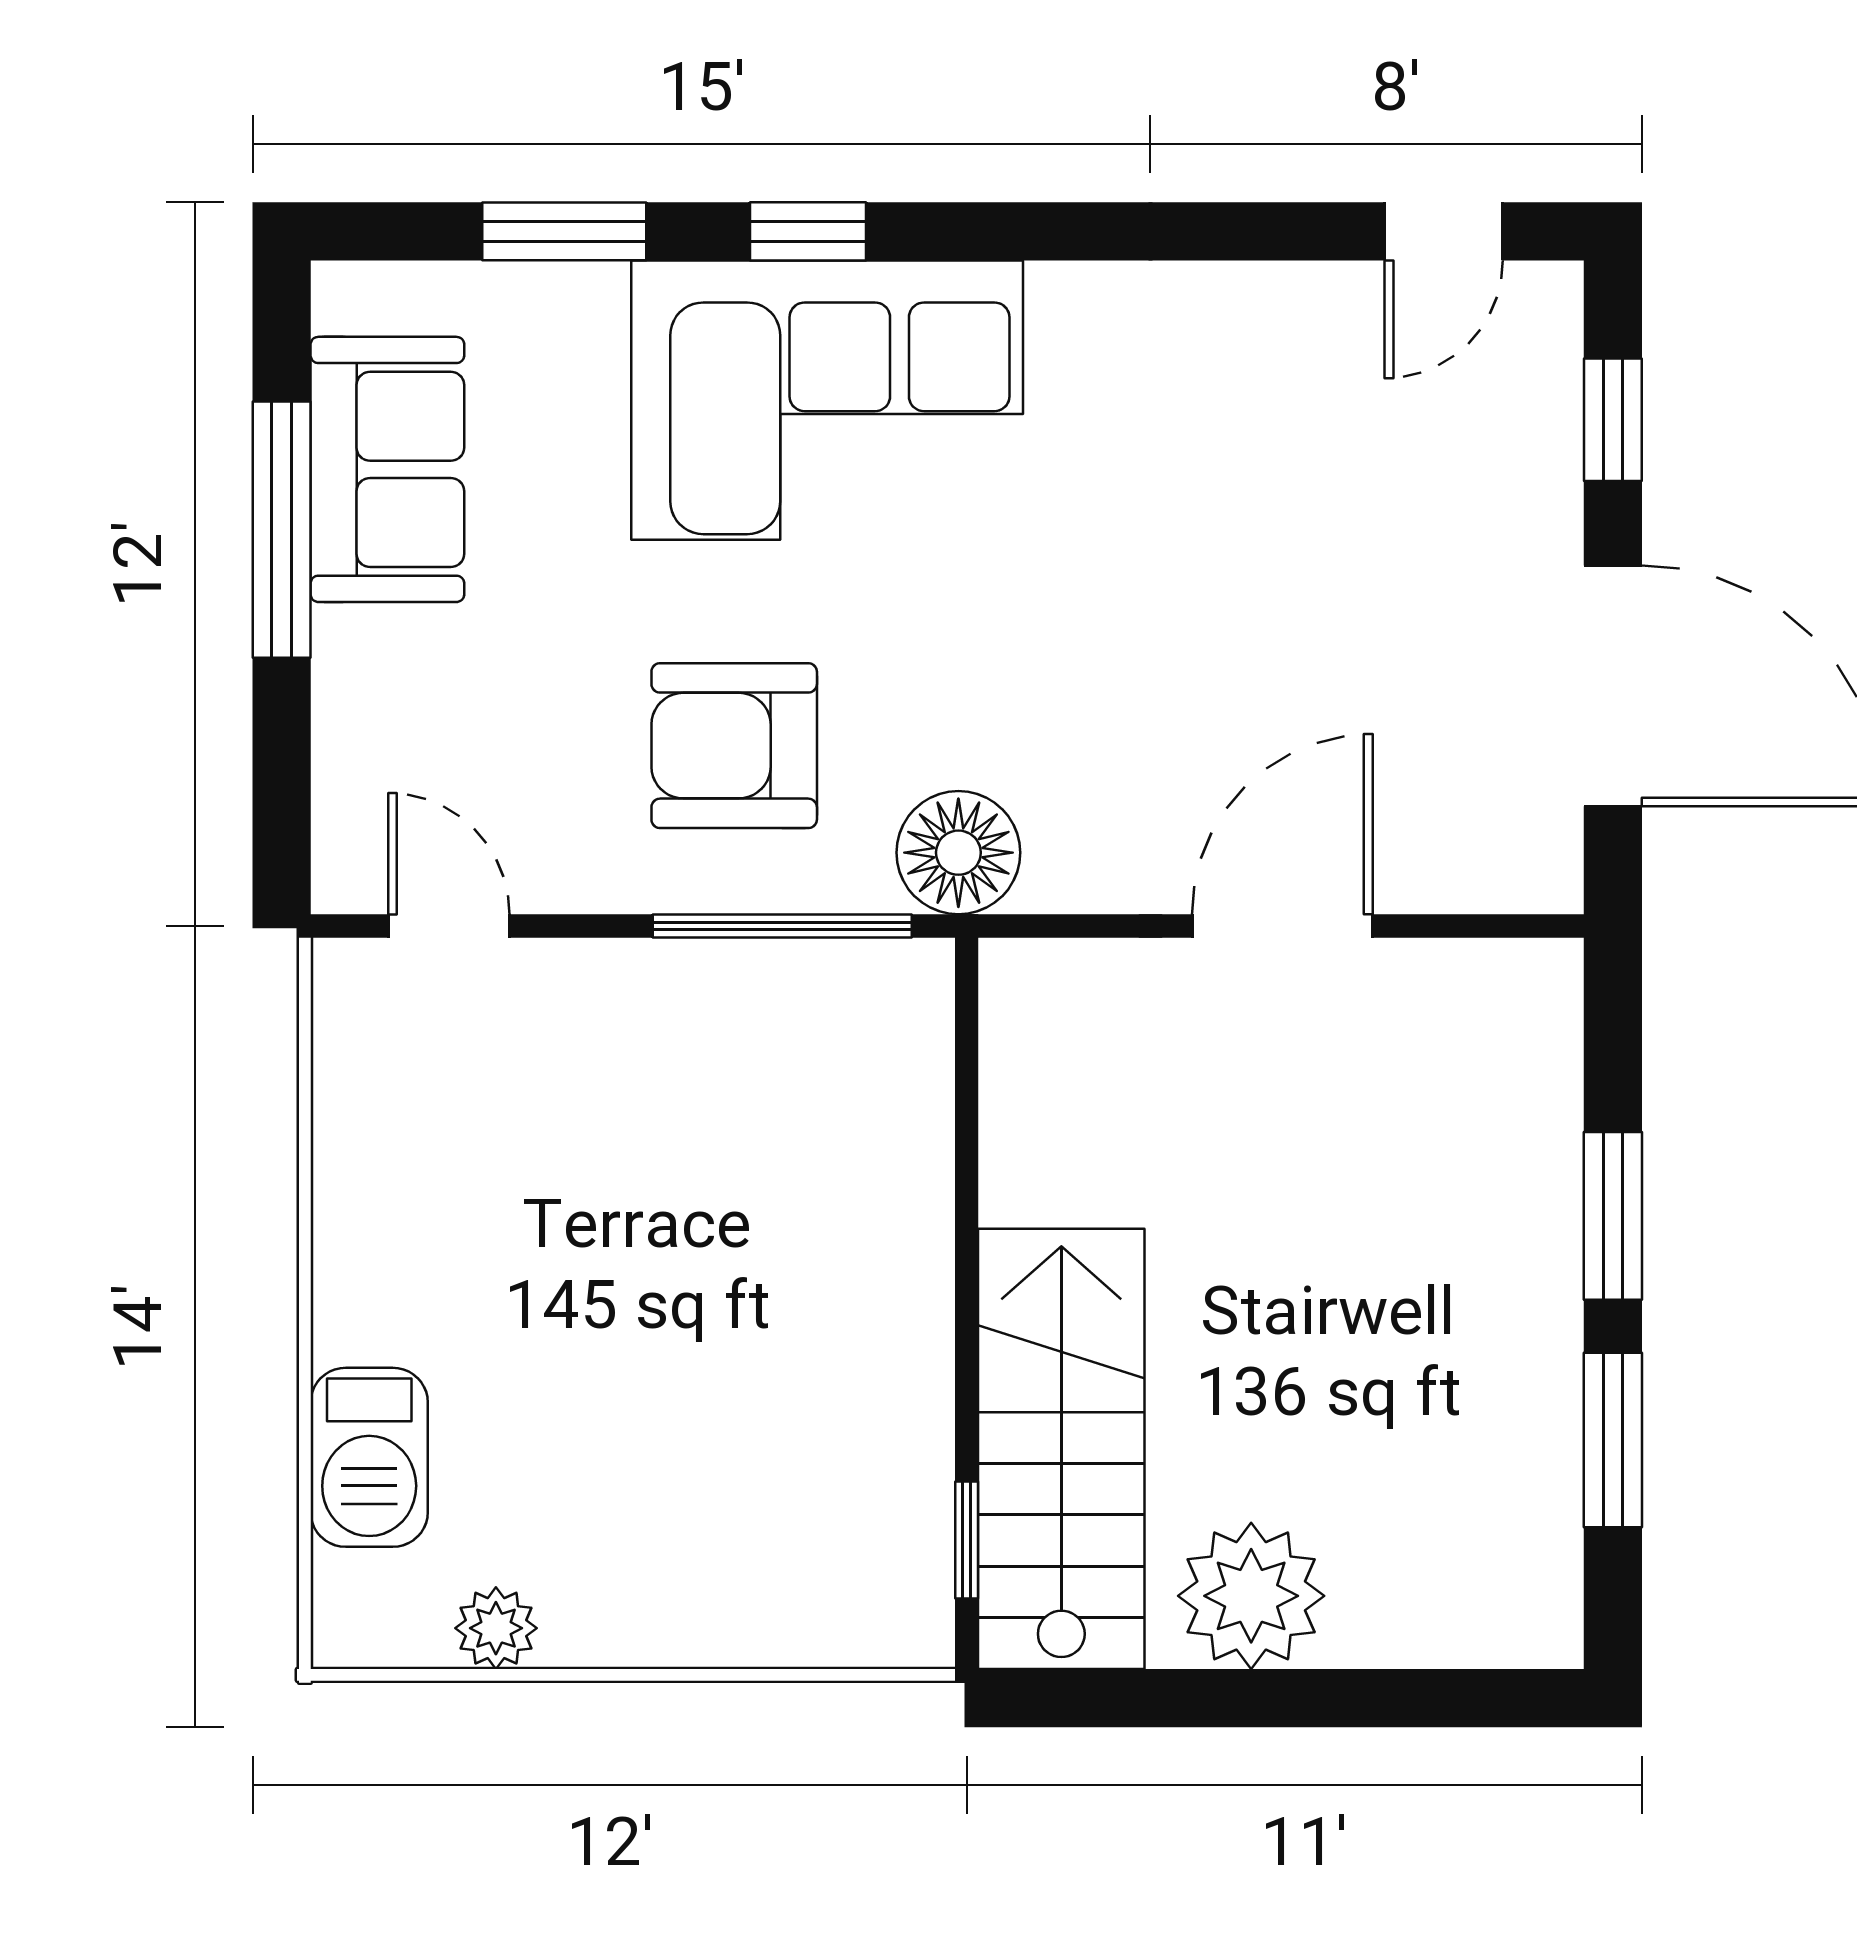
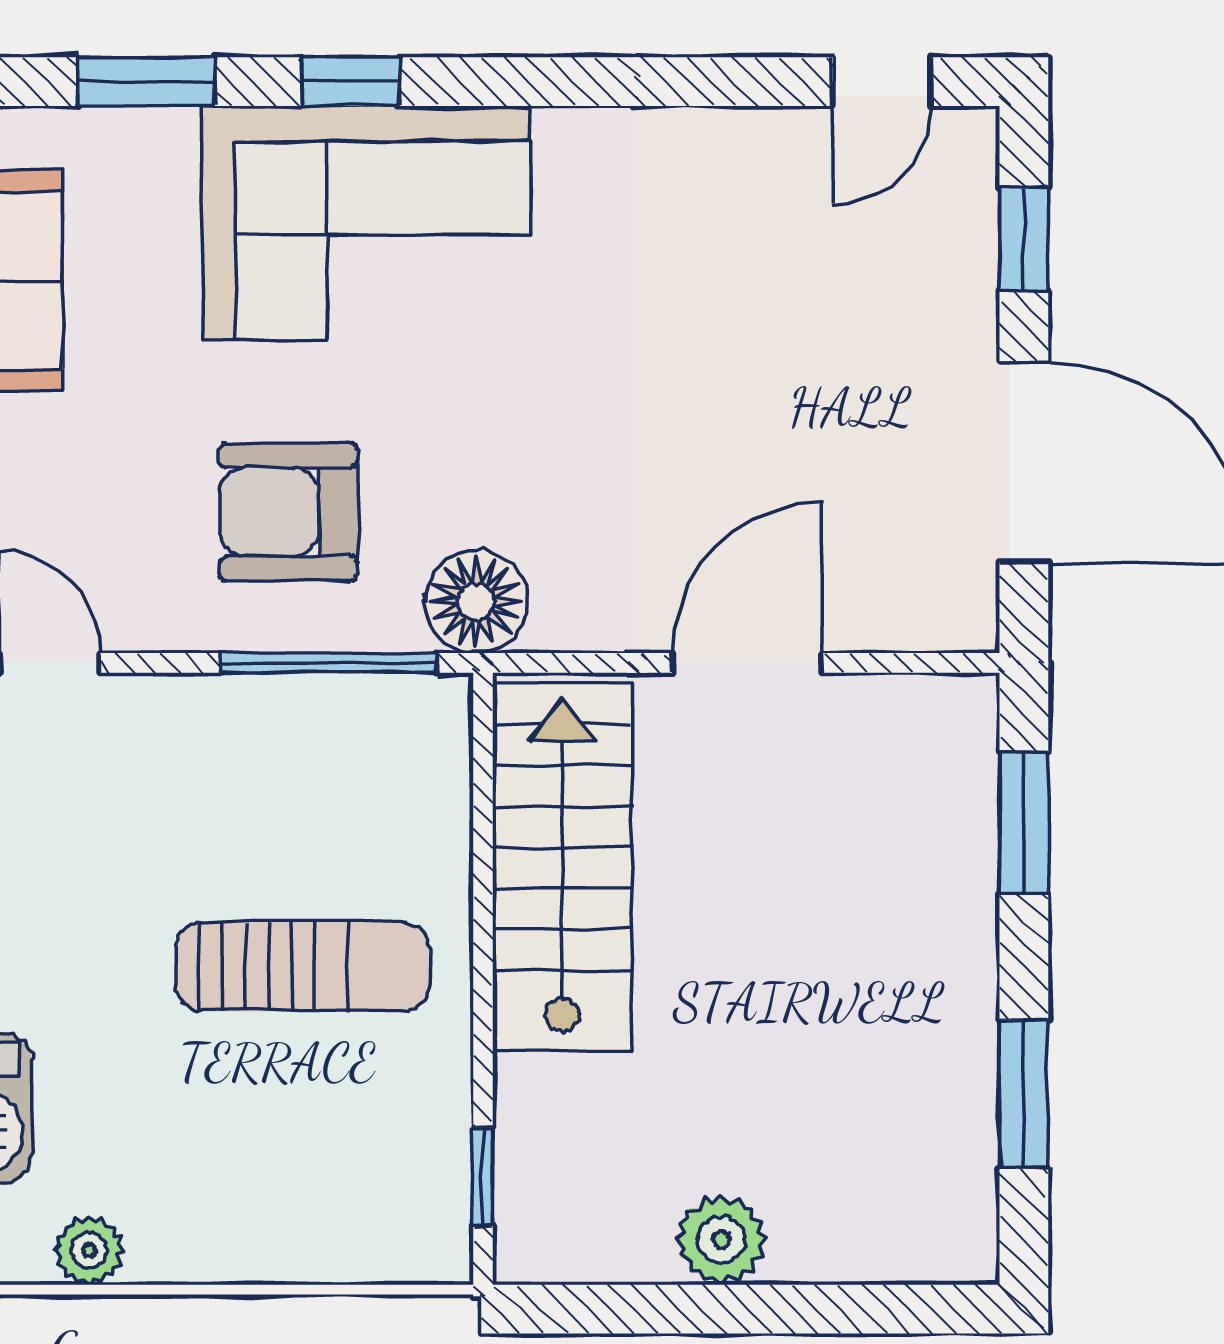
window: (1613, 1216) -> (1024, 823), moved
sun lounger: (751, 1289) -> (303, 967), added
stairs: (1061, 1449) -> (562, 867), moved
plant: (1251, 1596) -> (721, 1240), width x0.73, depth x0.73

